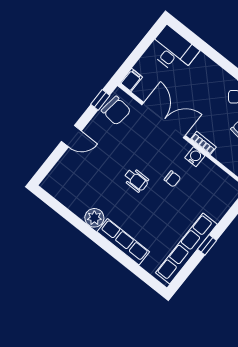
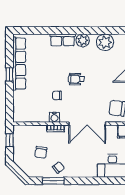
plant: (71, 196) -> (105, 42), added
row of seats: (123, 242) -> (63, 40), width x0.68

